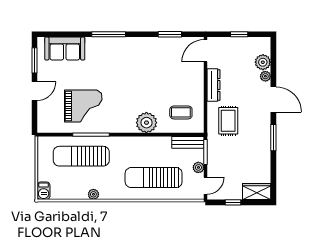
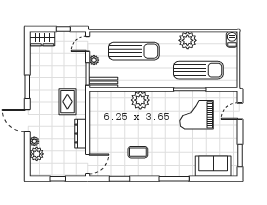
door: (34, 91) -> (240, 111), moved
coffee table: (181, 112) -> (138, 152), moved
plant: (93, 194) -> (188, 40), width x1.87, depth x1.87

